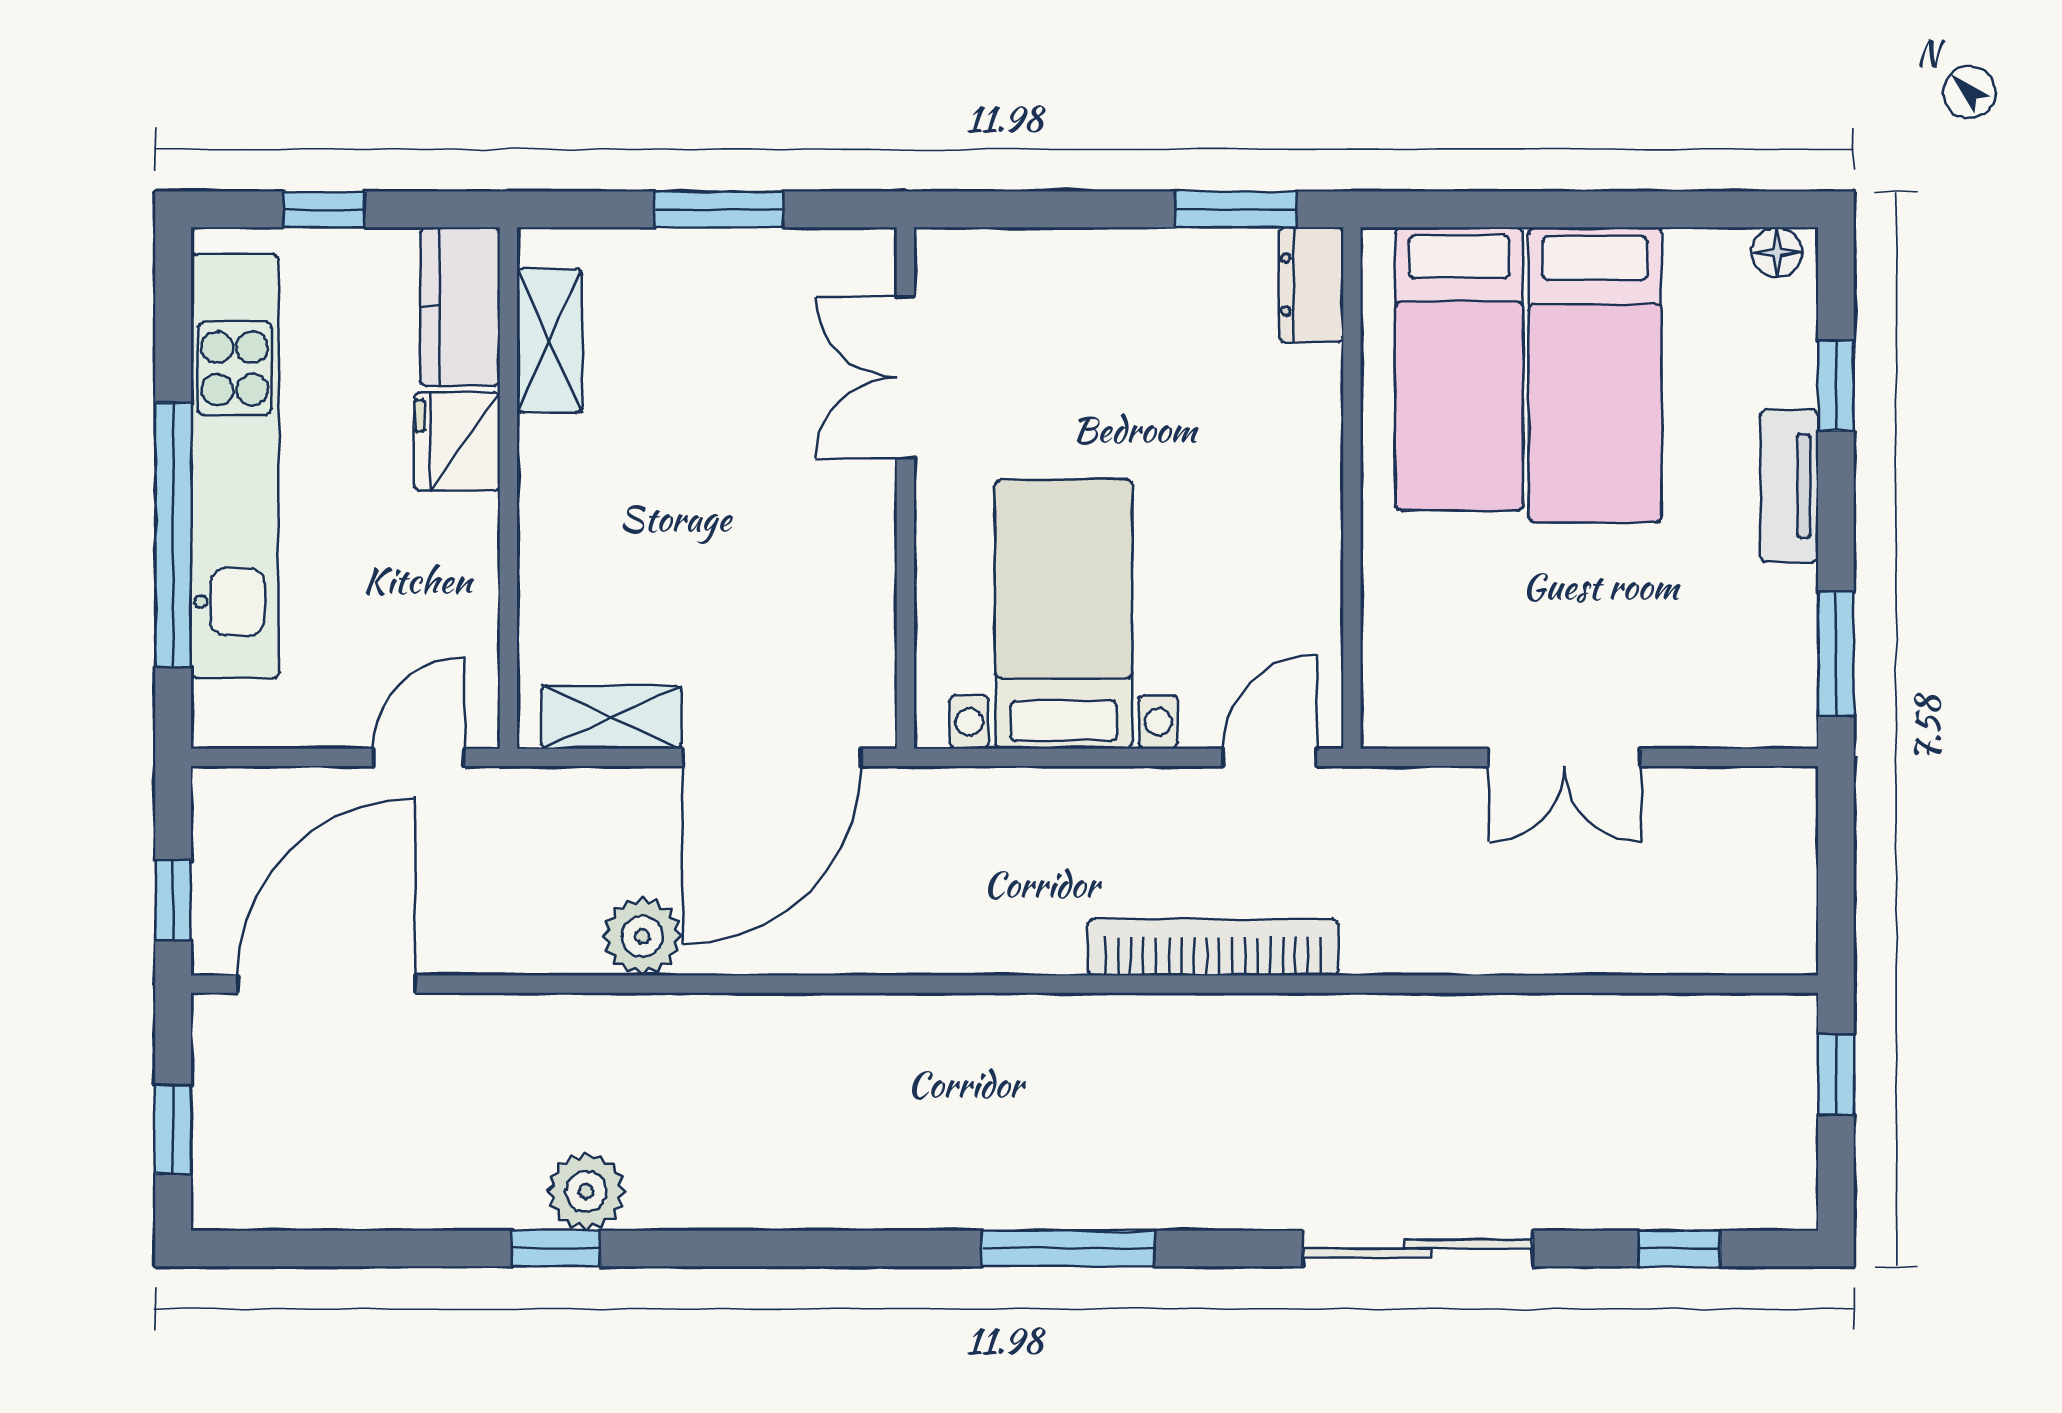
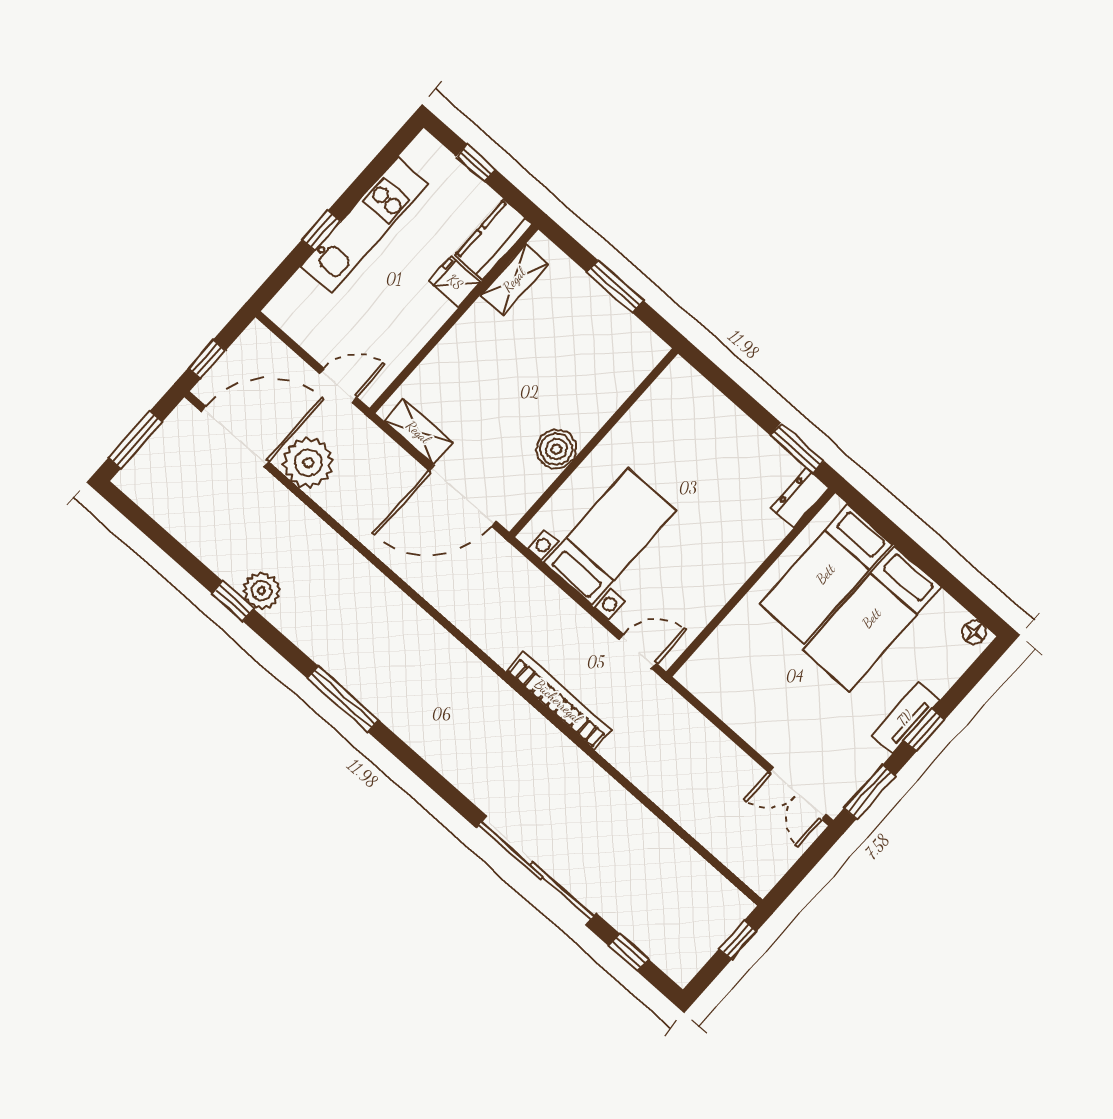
double door: (905, 378) -> (628, 404), removed
window: (1836, 386) -> (924, 730), moved
fridge: (457, 441) -> (455, 282), width x0.72
kitchen unit: (235, 466) -> (364, 225), width x0.73
window: (173, 535) -> (321, 230), width x0.32
boiler: (855, 551) -> (556, 449), added
double door: (1564, 757) -> (797, 793), moved
plant: (642, 936) -> (308, 463), moved, width x1.36, depth x1.36
window: (173, 1129) -> (135, 440), width x1.50
window: (1068, 1249) -> (343, 699), moved
sliding door: (1418, 1249) -> (536, 871), width x1.36

